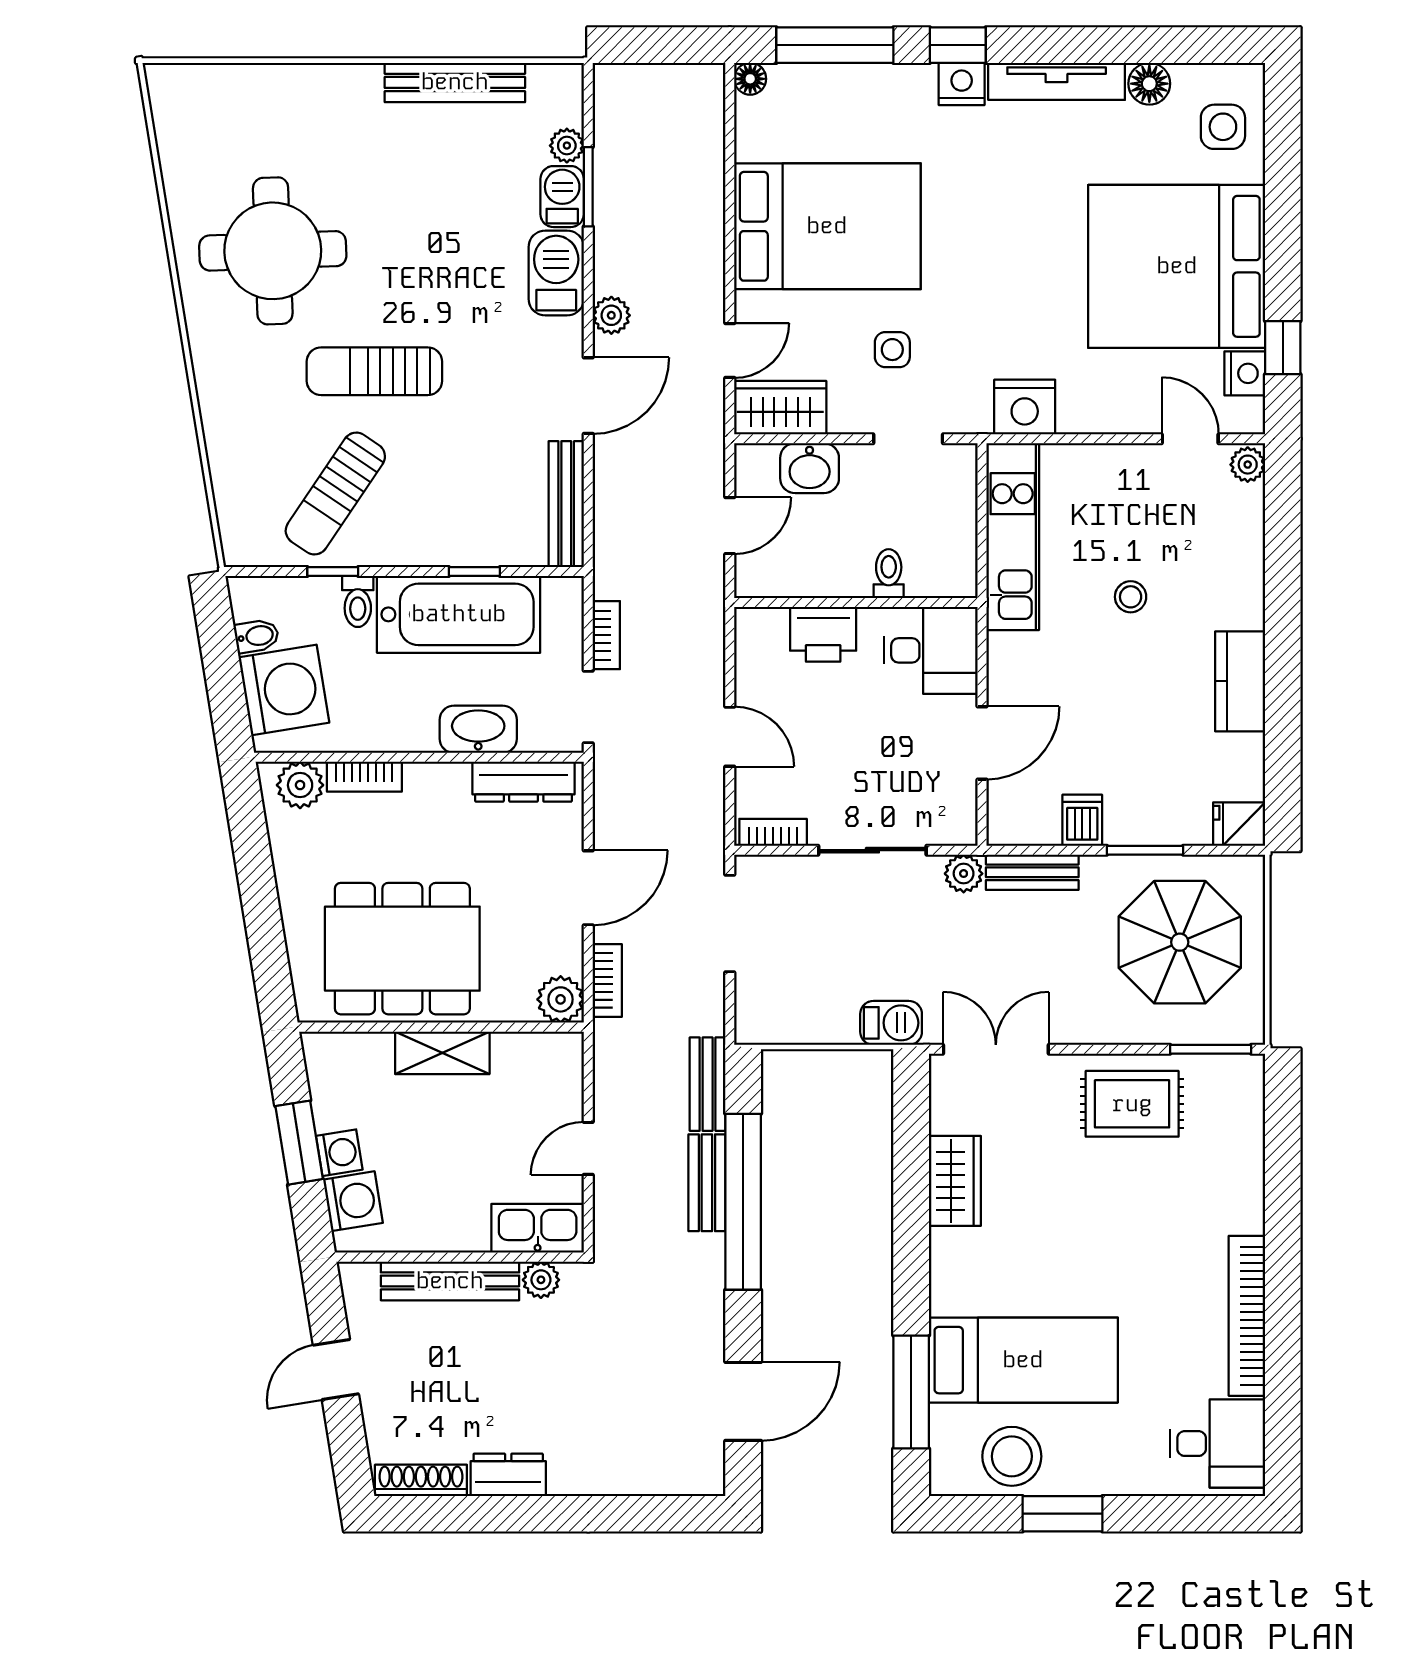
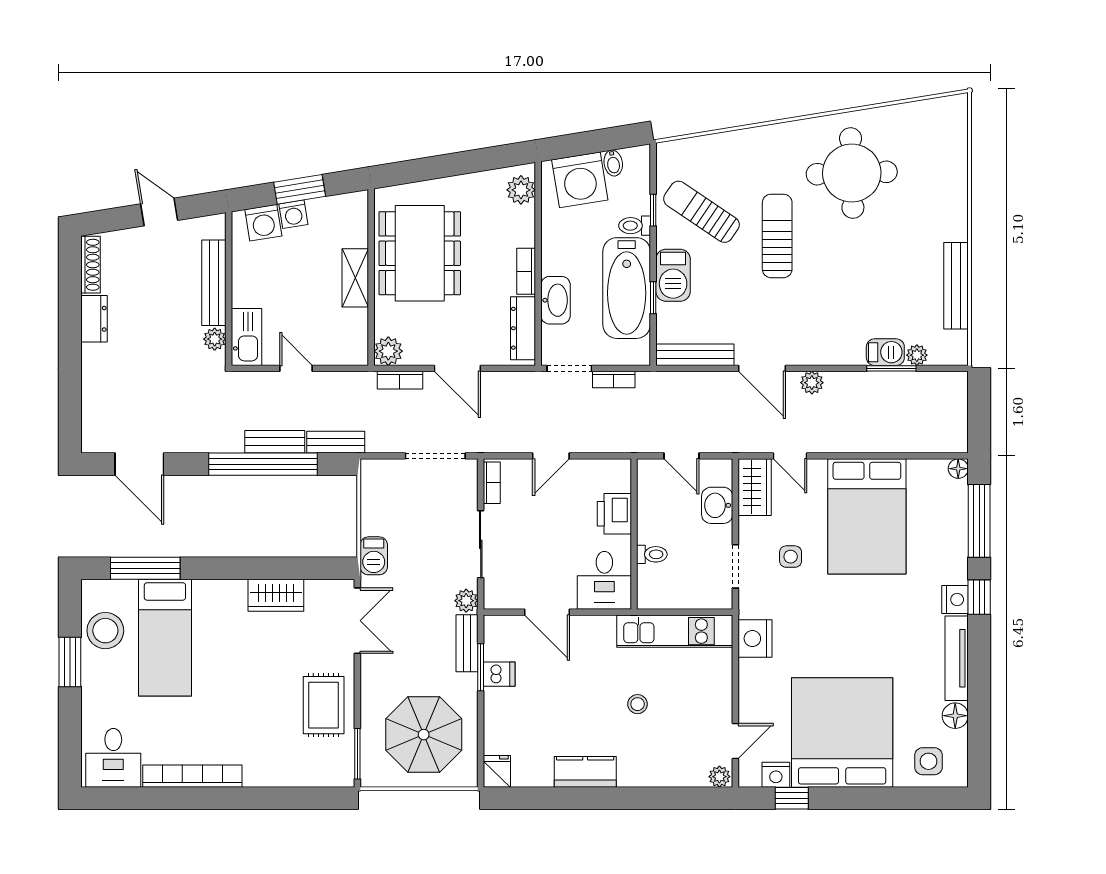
barbecue: (556, 273) -> (673, 275), moved, turned 90
bookcase: (364, 777) -> (526, 271), moved
window: (1145, 850) -> (481, 667), moved

